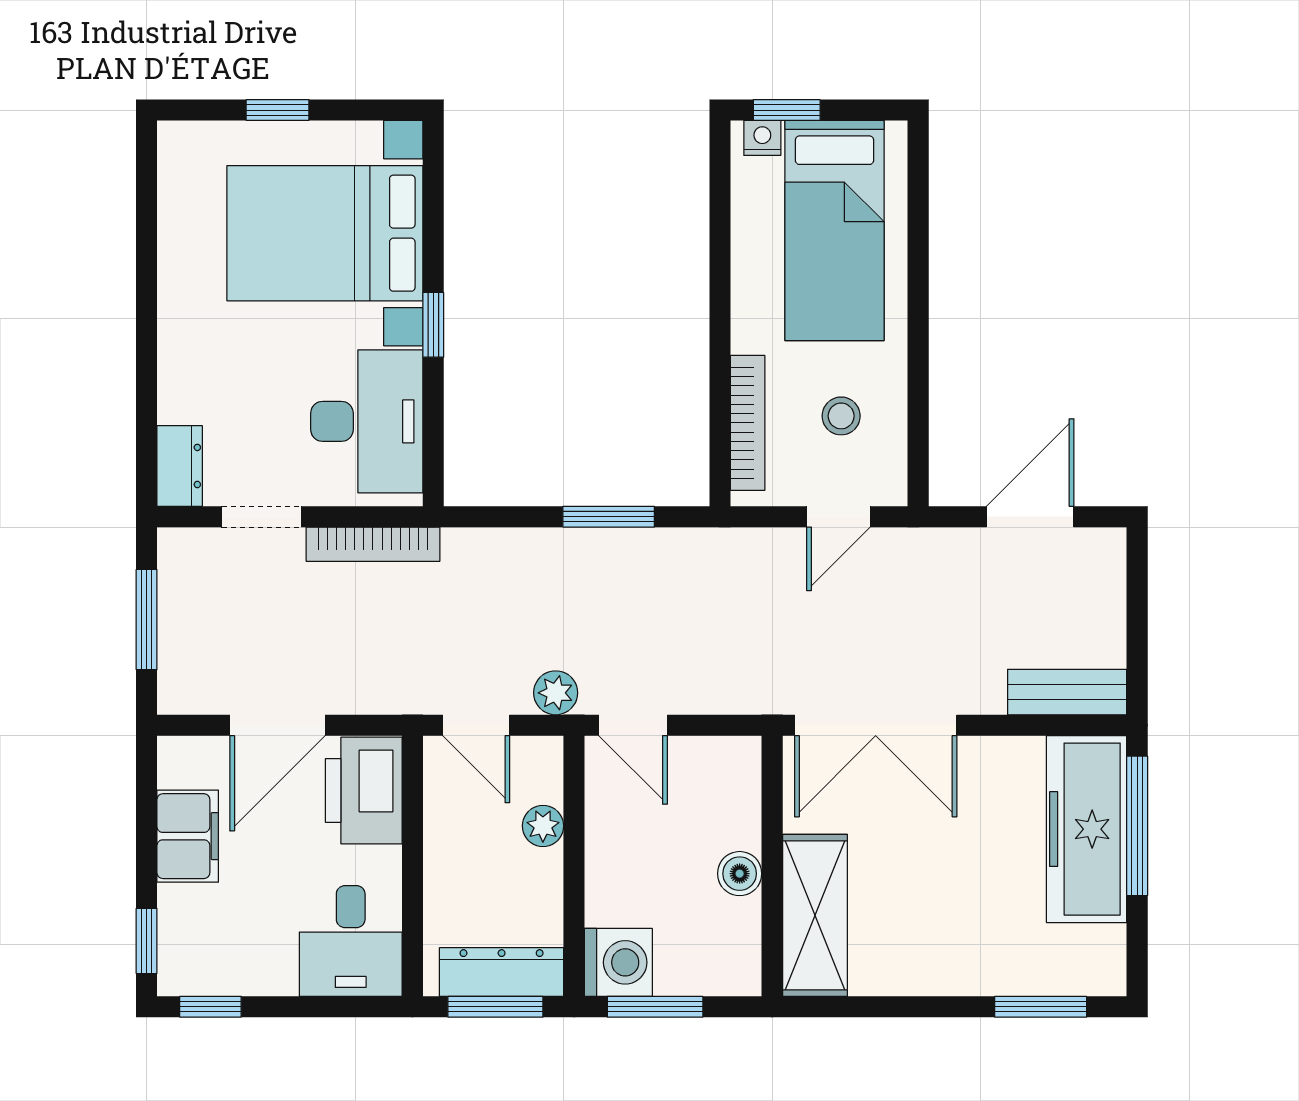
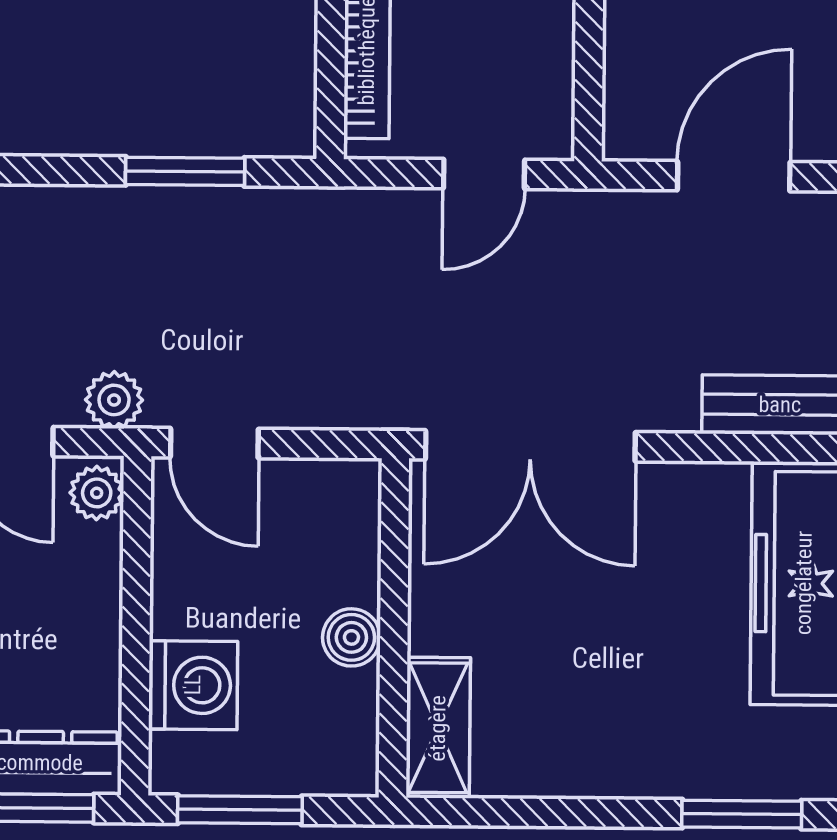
stool: (841, 416) -> (489, 43), removed
plant: (543, 826) -> (97, 493), moved
shelving: (815, 915) -> (438, 728), width x0.67, depth x0.75
washing machine: (618, 962) -> (193, 685), moved

